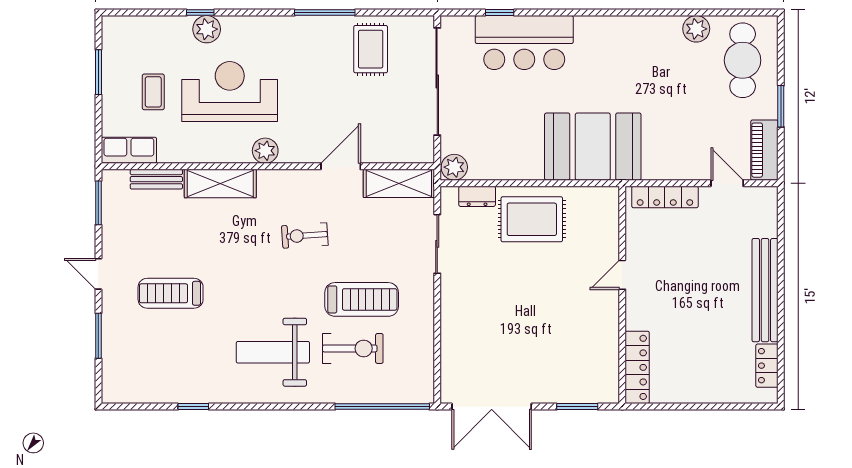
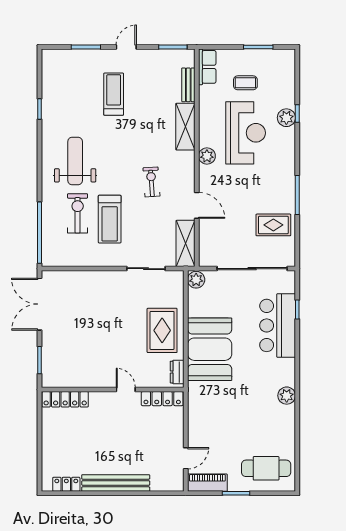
plant: (696, 29) -> (287, 396), moved
booth: (593, 147) -> (210, 349), moved
dresser: (477, 196) -> (177, 372), moved
locker: (665, 197) -> (162, 399), moved, turned -90
exercise bike: (353, 348) -> (78, 213), turned 180

